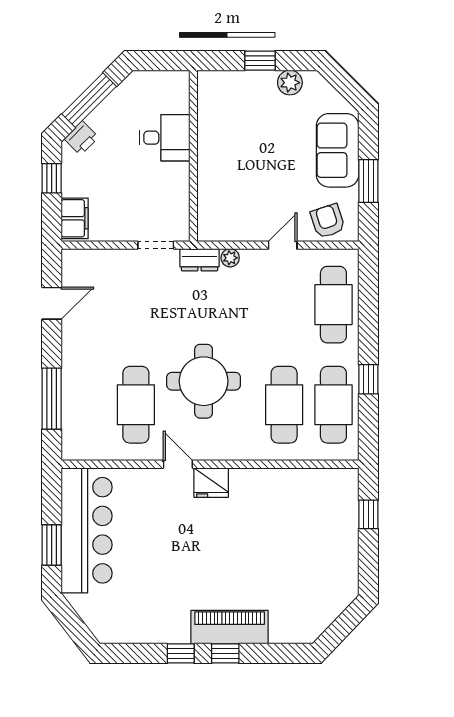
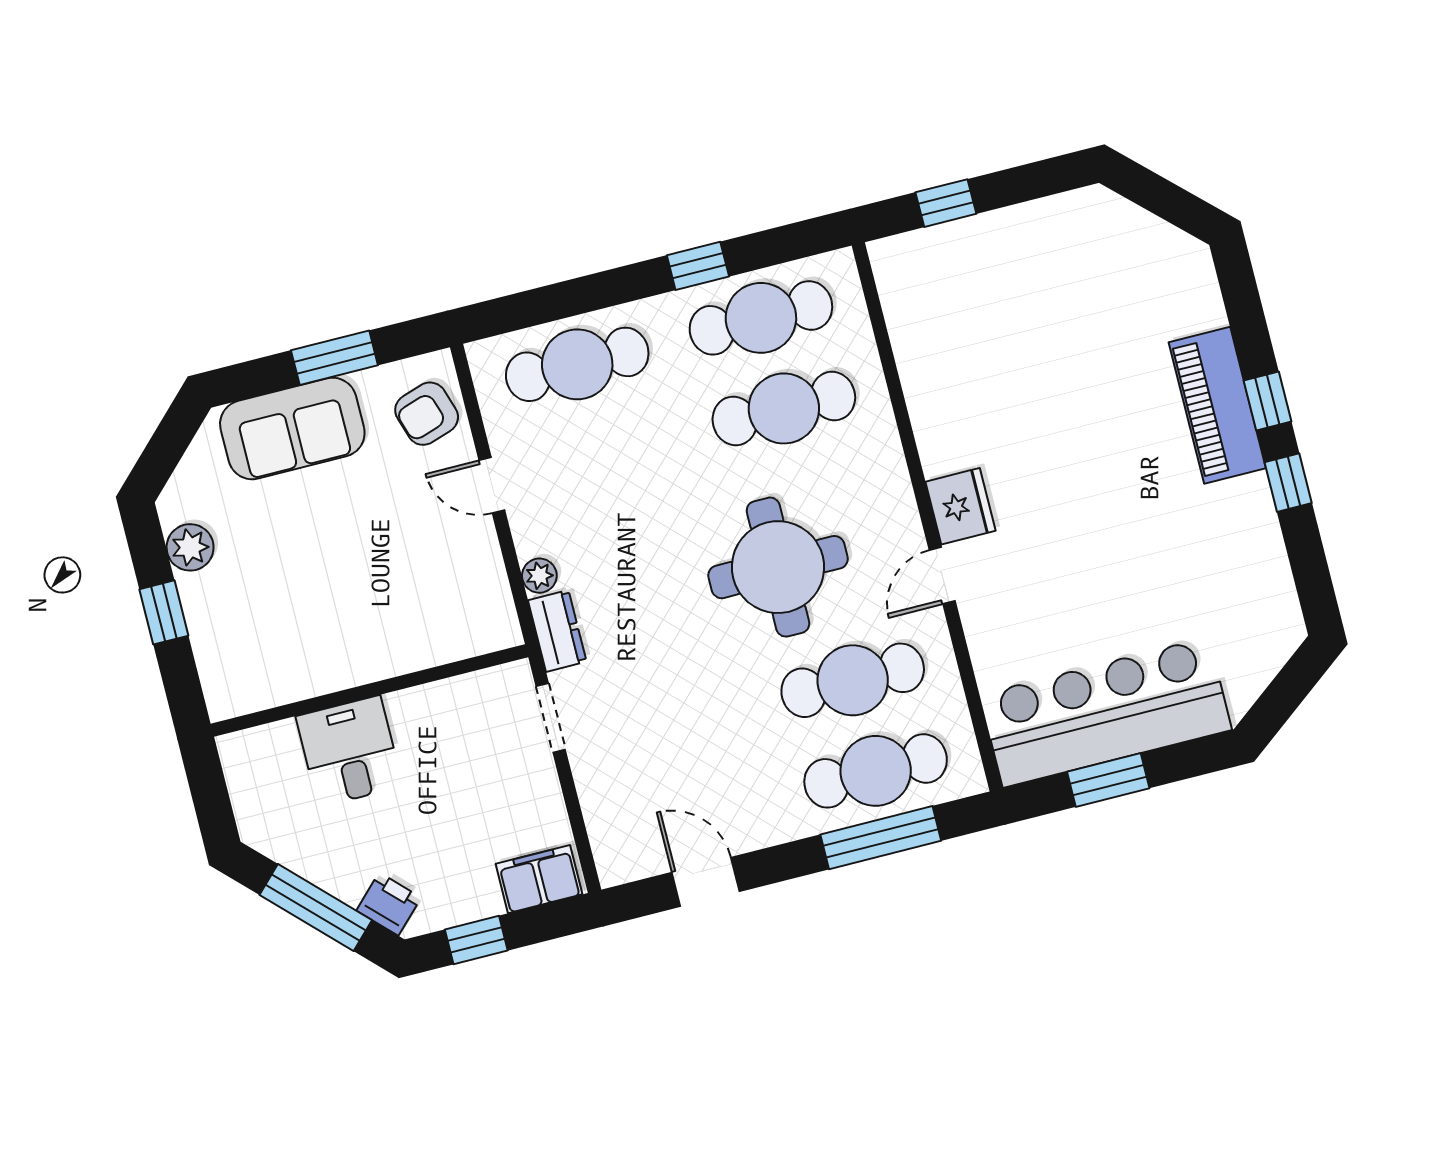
cafe table: (87, 405) -> (876, 771), added
window: (52, 545) -> (1108, 780), moved

